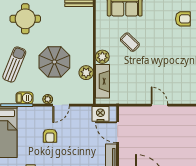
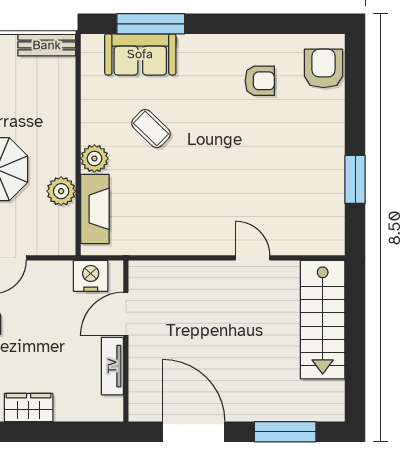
door: (159, 105) -> (253, 258), moved
door: (118, 132) -> (126, 314), hinge flipped

